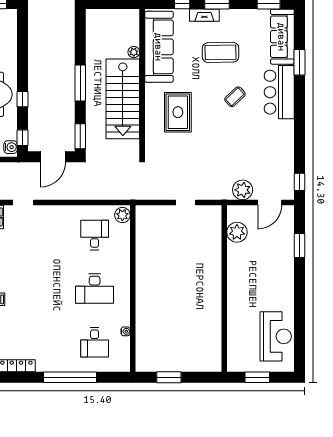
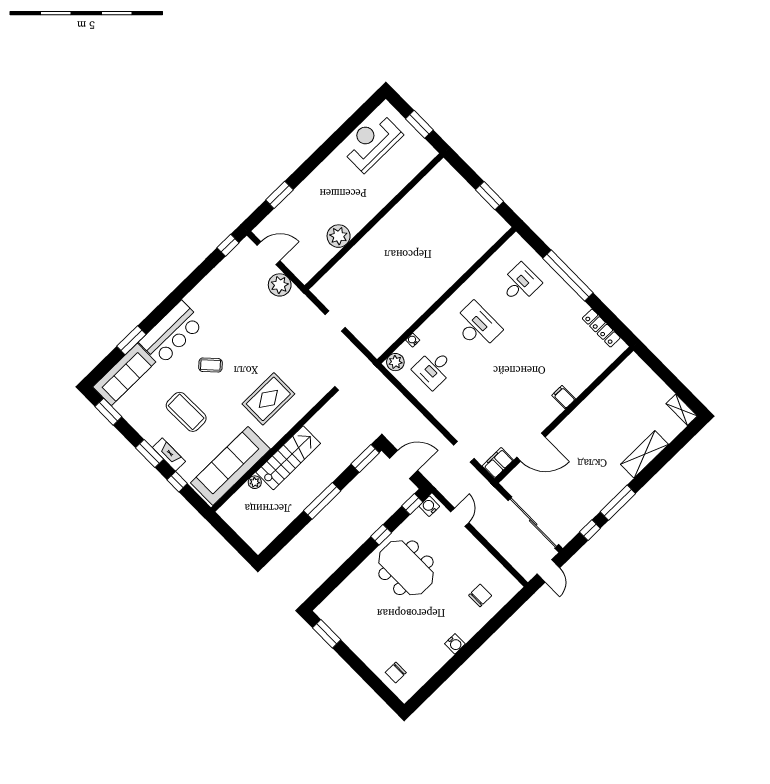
stairs: (123, 99) -> (288, 458), width x0.73, depth x0.66
plant: (237, 232) -> (339, 236), moved
water cooler: (126, 331) -> (413, 340), moved

